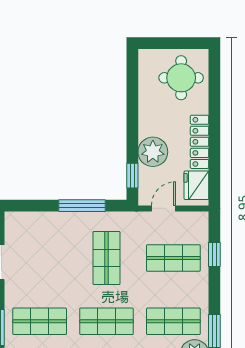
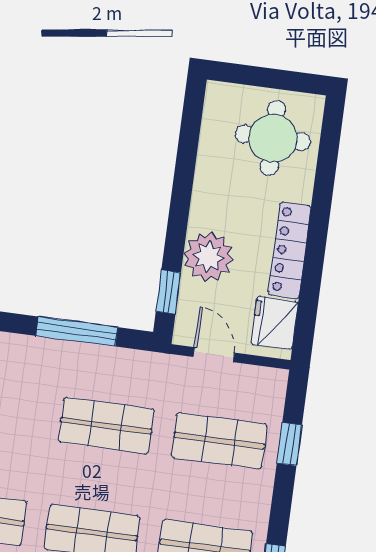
door: (164, 208) -> (214, 355), hinge flipped
shop shelf: (107, 258) -> (106, 426), turned 90

